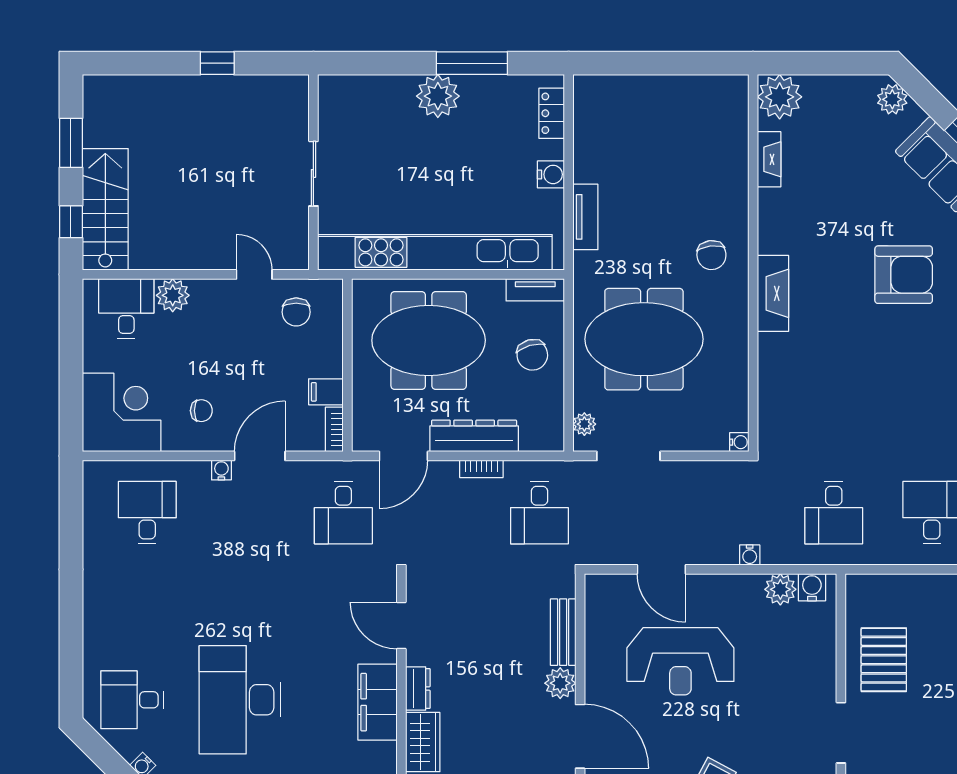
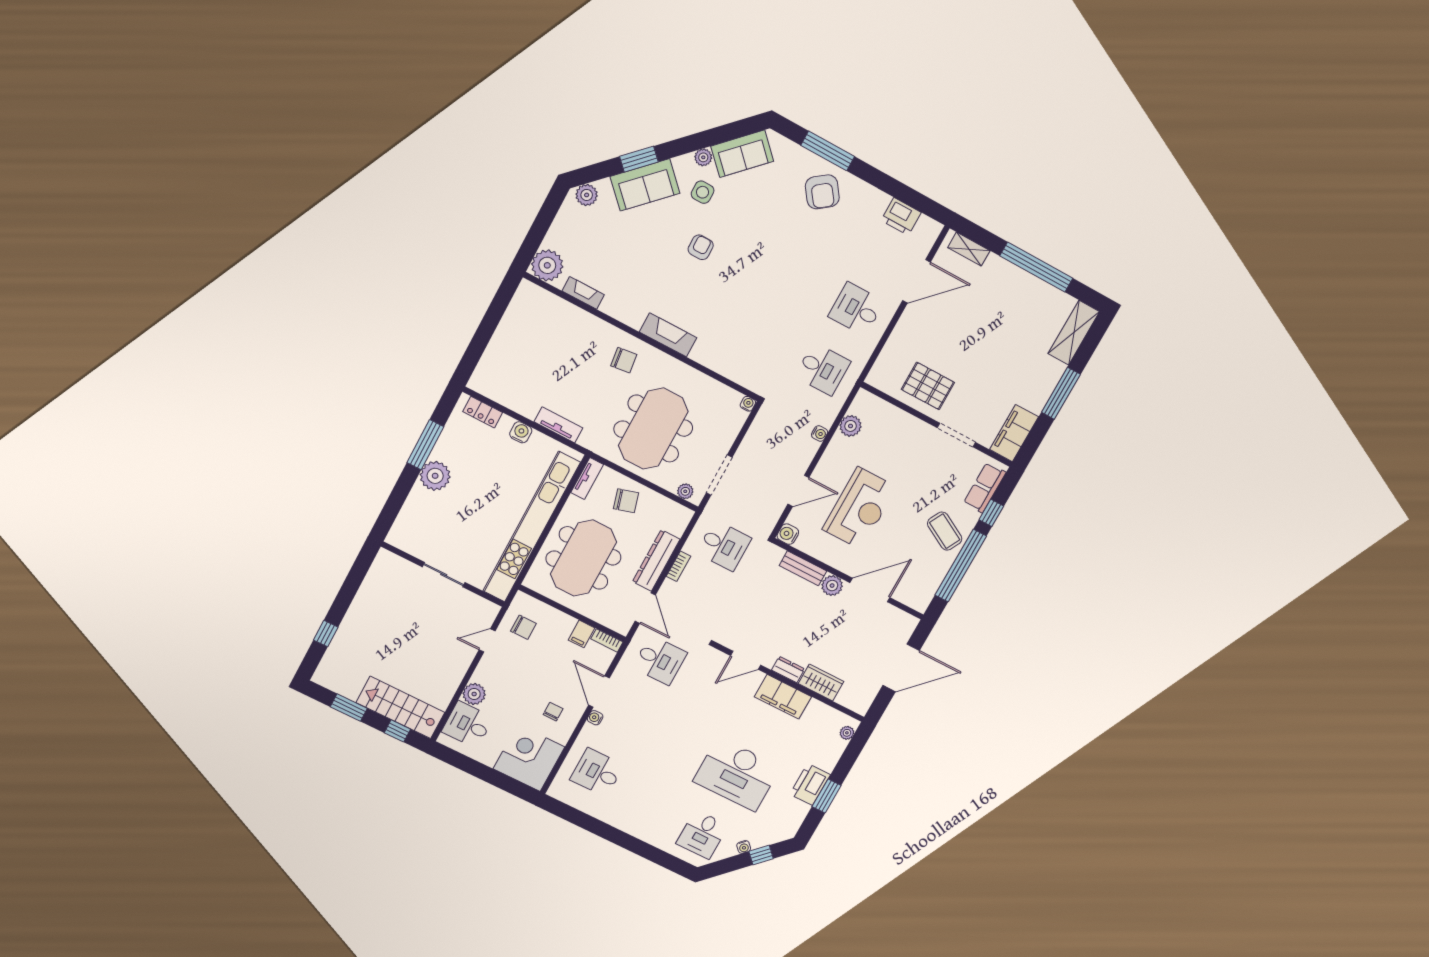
window: (217, 63) -> (326, 634), moved
armchair: (904, 275) -> (701, 247), width x0.53, depth x0.53
water cooler: (812, 587) -> (788, 534), moved

